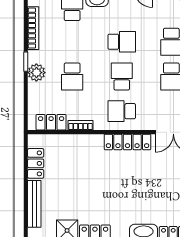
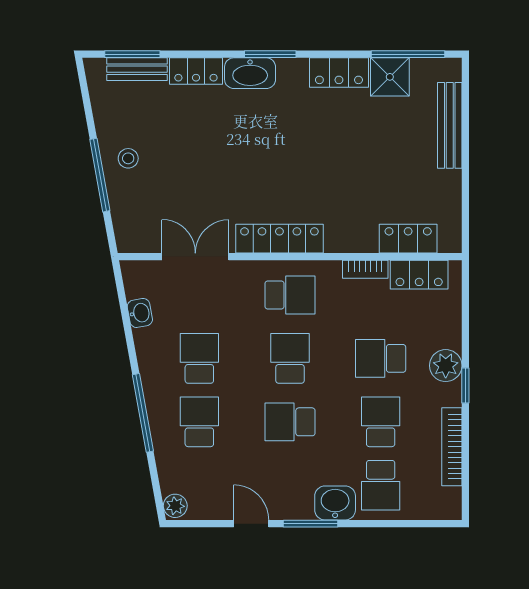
school desk: (72, 42) -> (381, 422), added
school desk: (72, 76) -> (381, 358), turned -90
school desk: (122, 76) -> (290, 358), turned 180
locker: (36, 163) -> (408, 239), moved, turned 90

